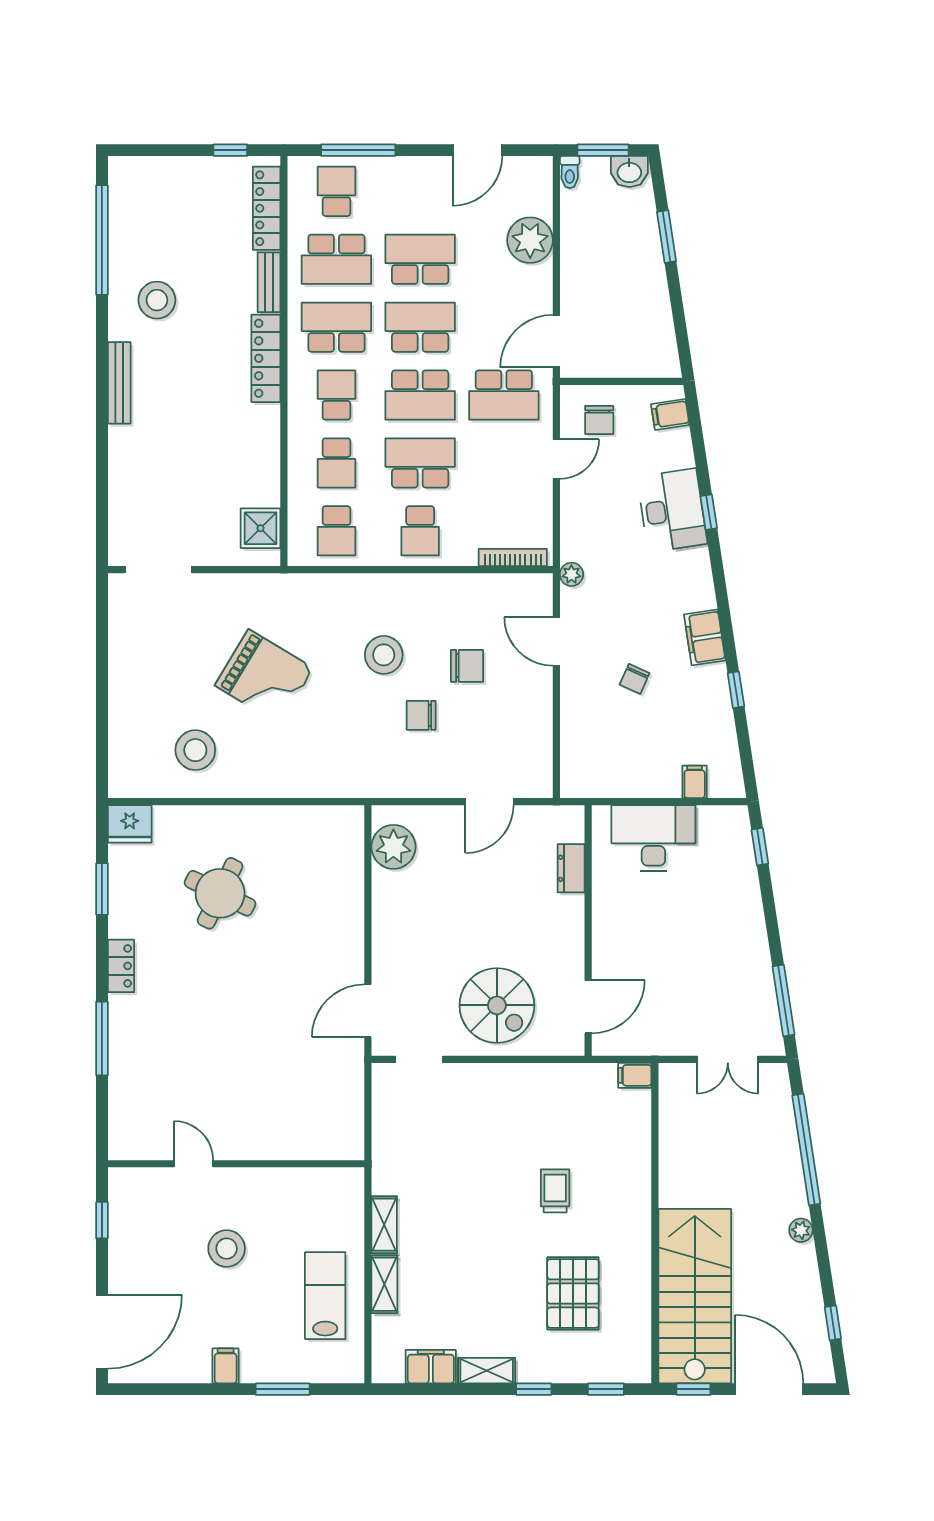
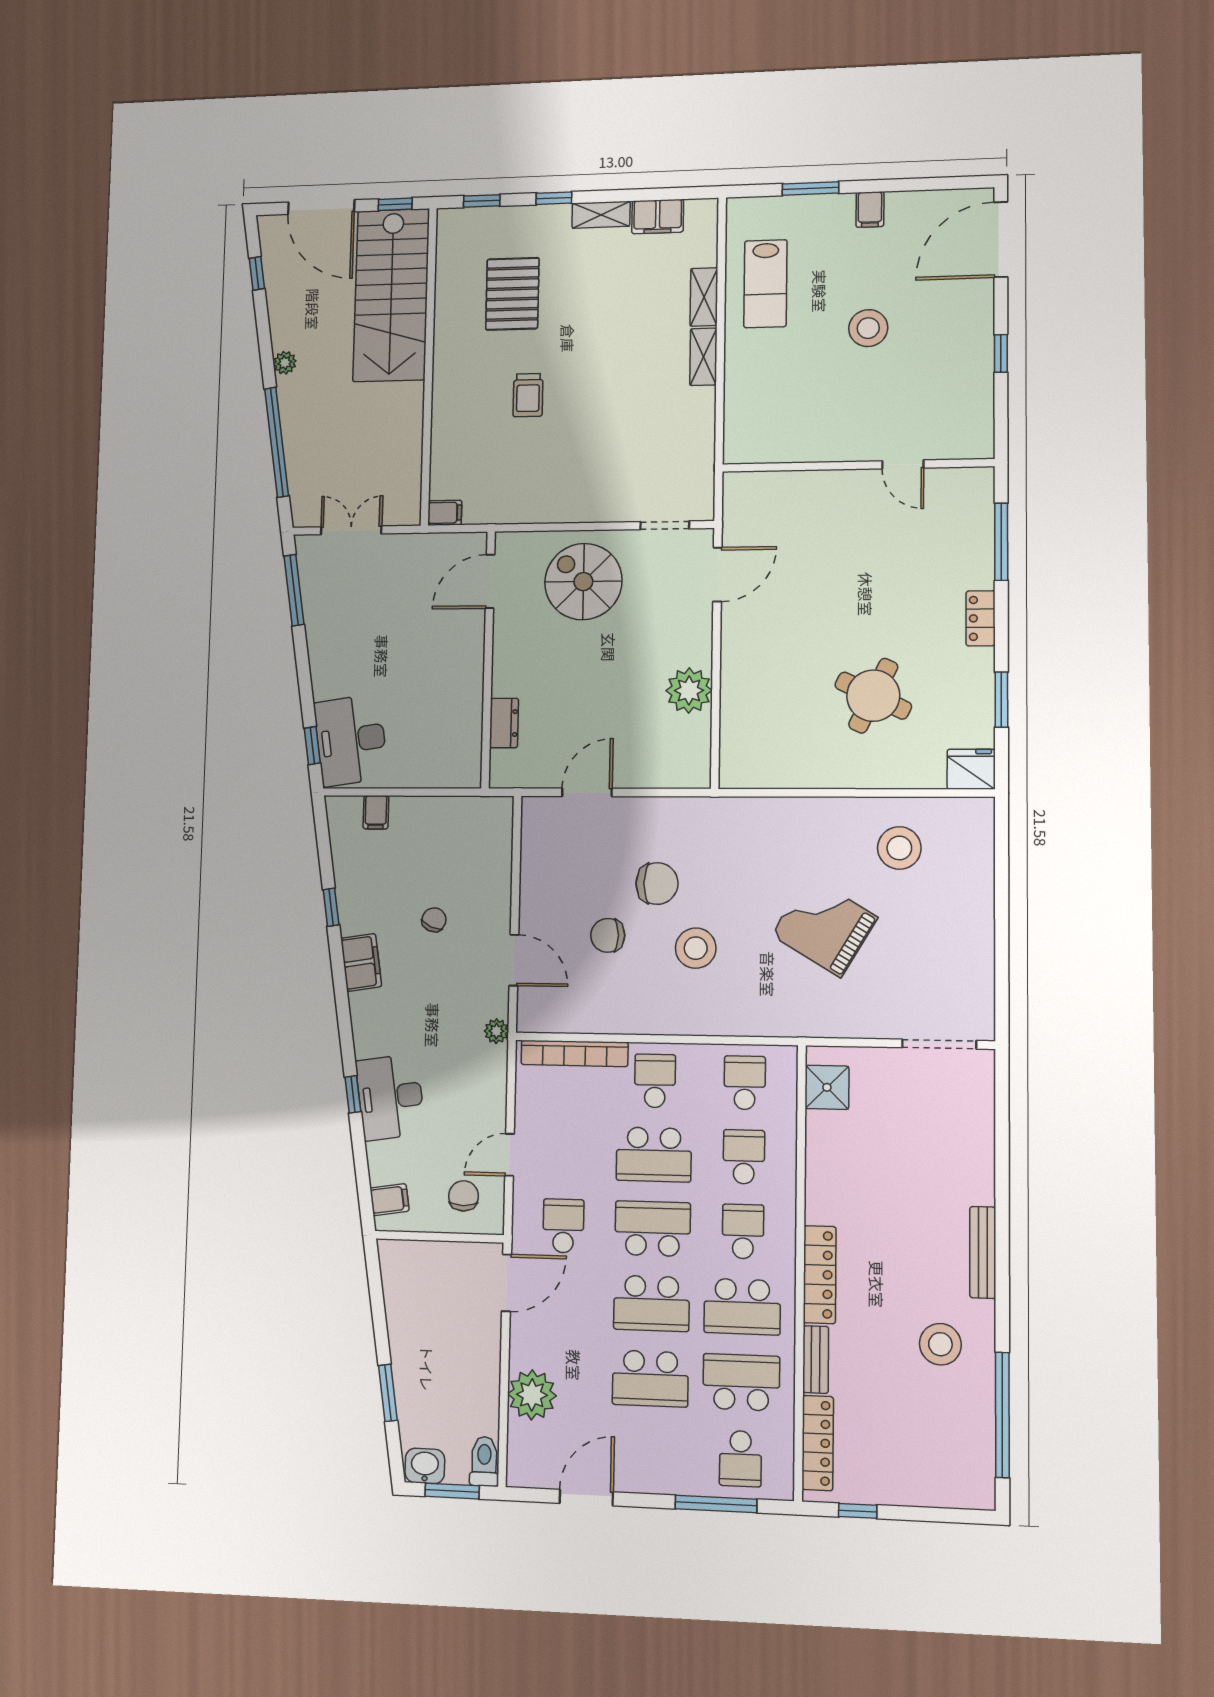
toilet: (570, 172) -> (484, 1461), width x1.37, depth x1.39
school desk: (336, 395) -> (743, 1231), turned 180
school desk: (504, 395) -> (563, 1226), width x0.54
bookcase: (513, 558) -> (575, 1053), width x1.48, depth x1.31
chair: (421, 715) -> (657, 883), width x1.37, depth x1.37
desk: (653, 838) -> (351, 740), moved, turned 81
plant: (393, 847) -> (689, 690), moved
door: (193, 1164) -> (903, 464), moved
wall: (236, 1164) -> (857, 465), moved

